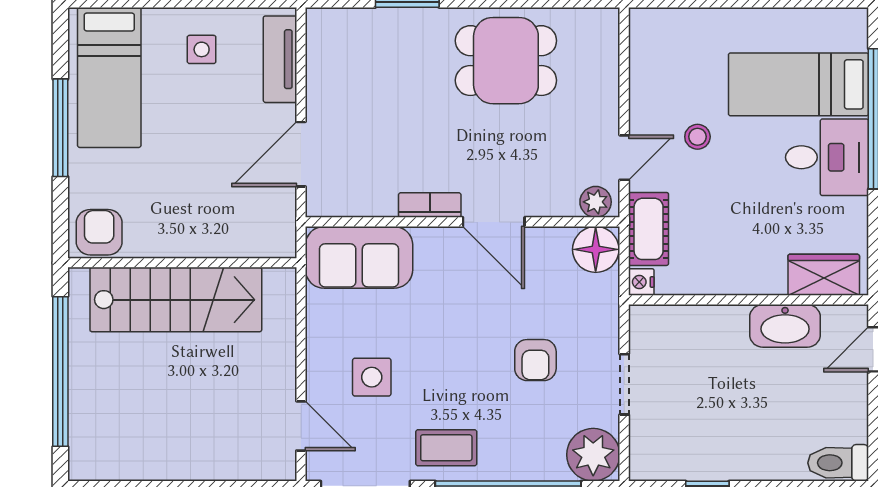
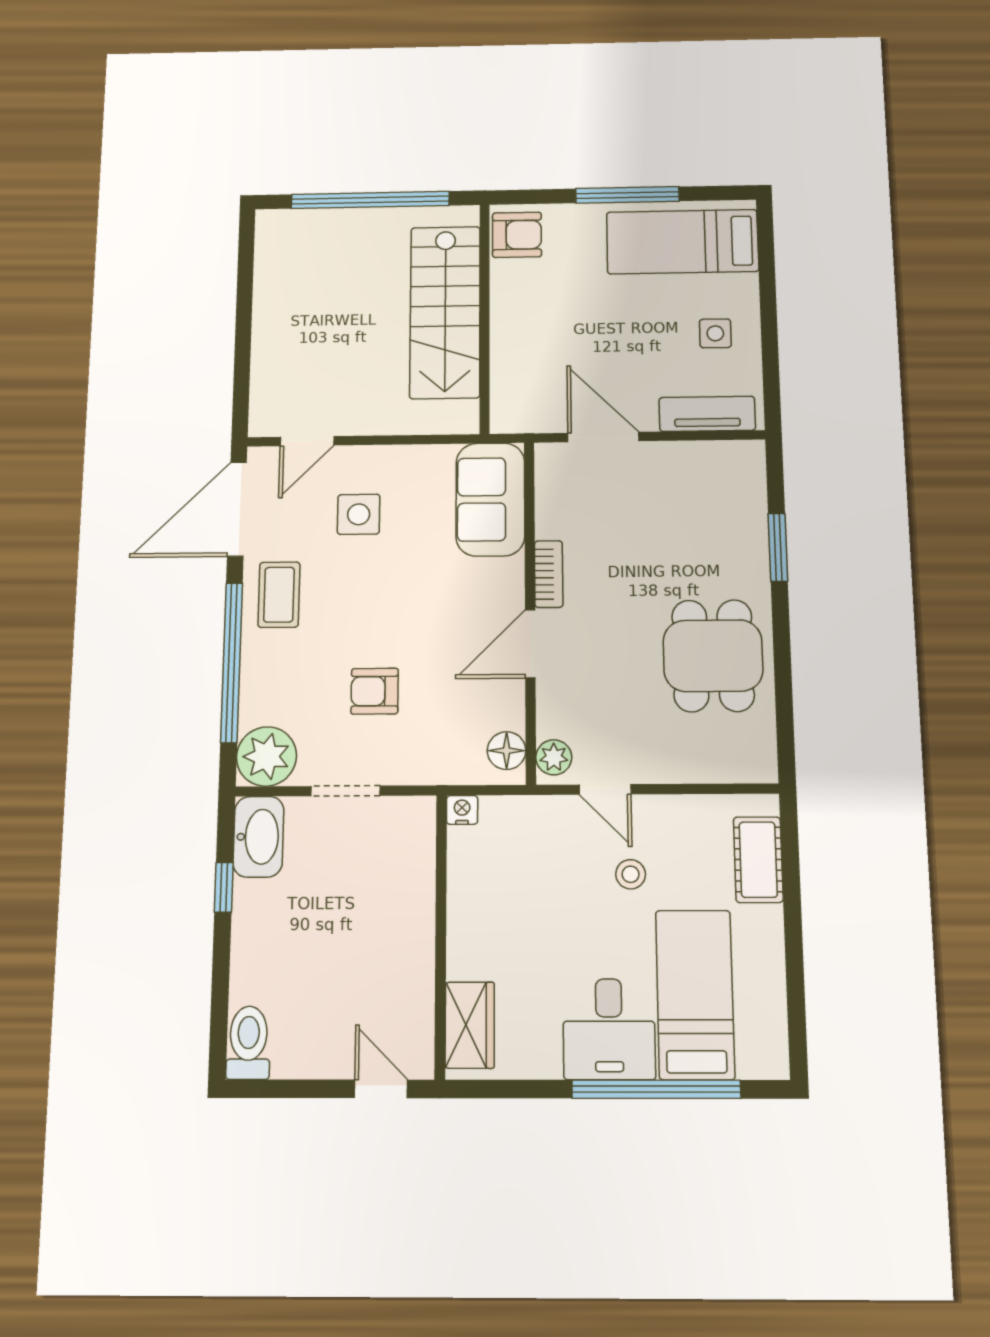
cot: (649, 229) -> (758, 860), moved, turned 90
floor lamp: (596, 249) -> (507, 751), width x0.73, depth x0.73
washbasin: (785, 326) -> (258, 837), moved, turned 180

